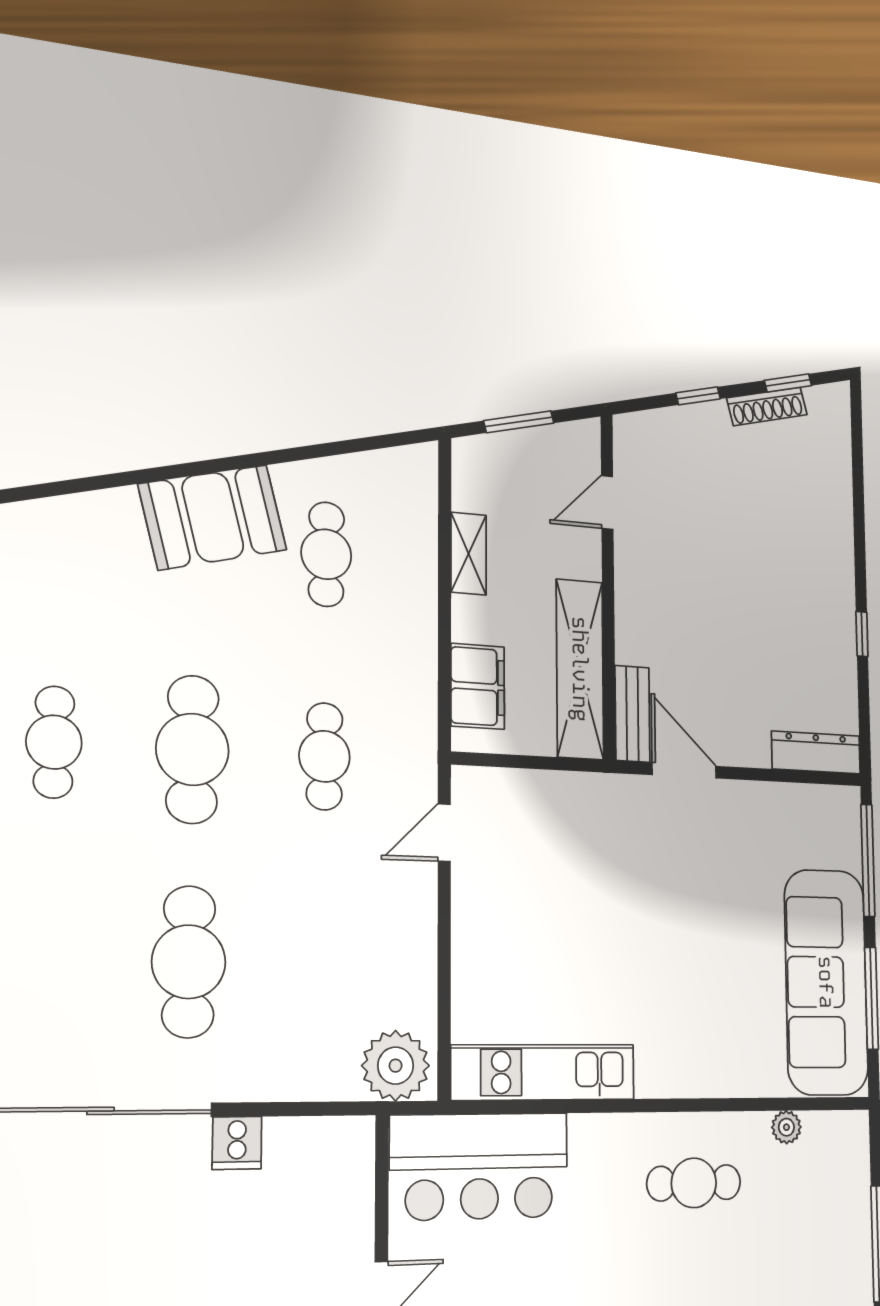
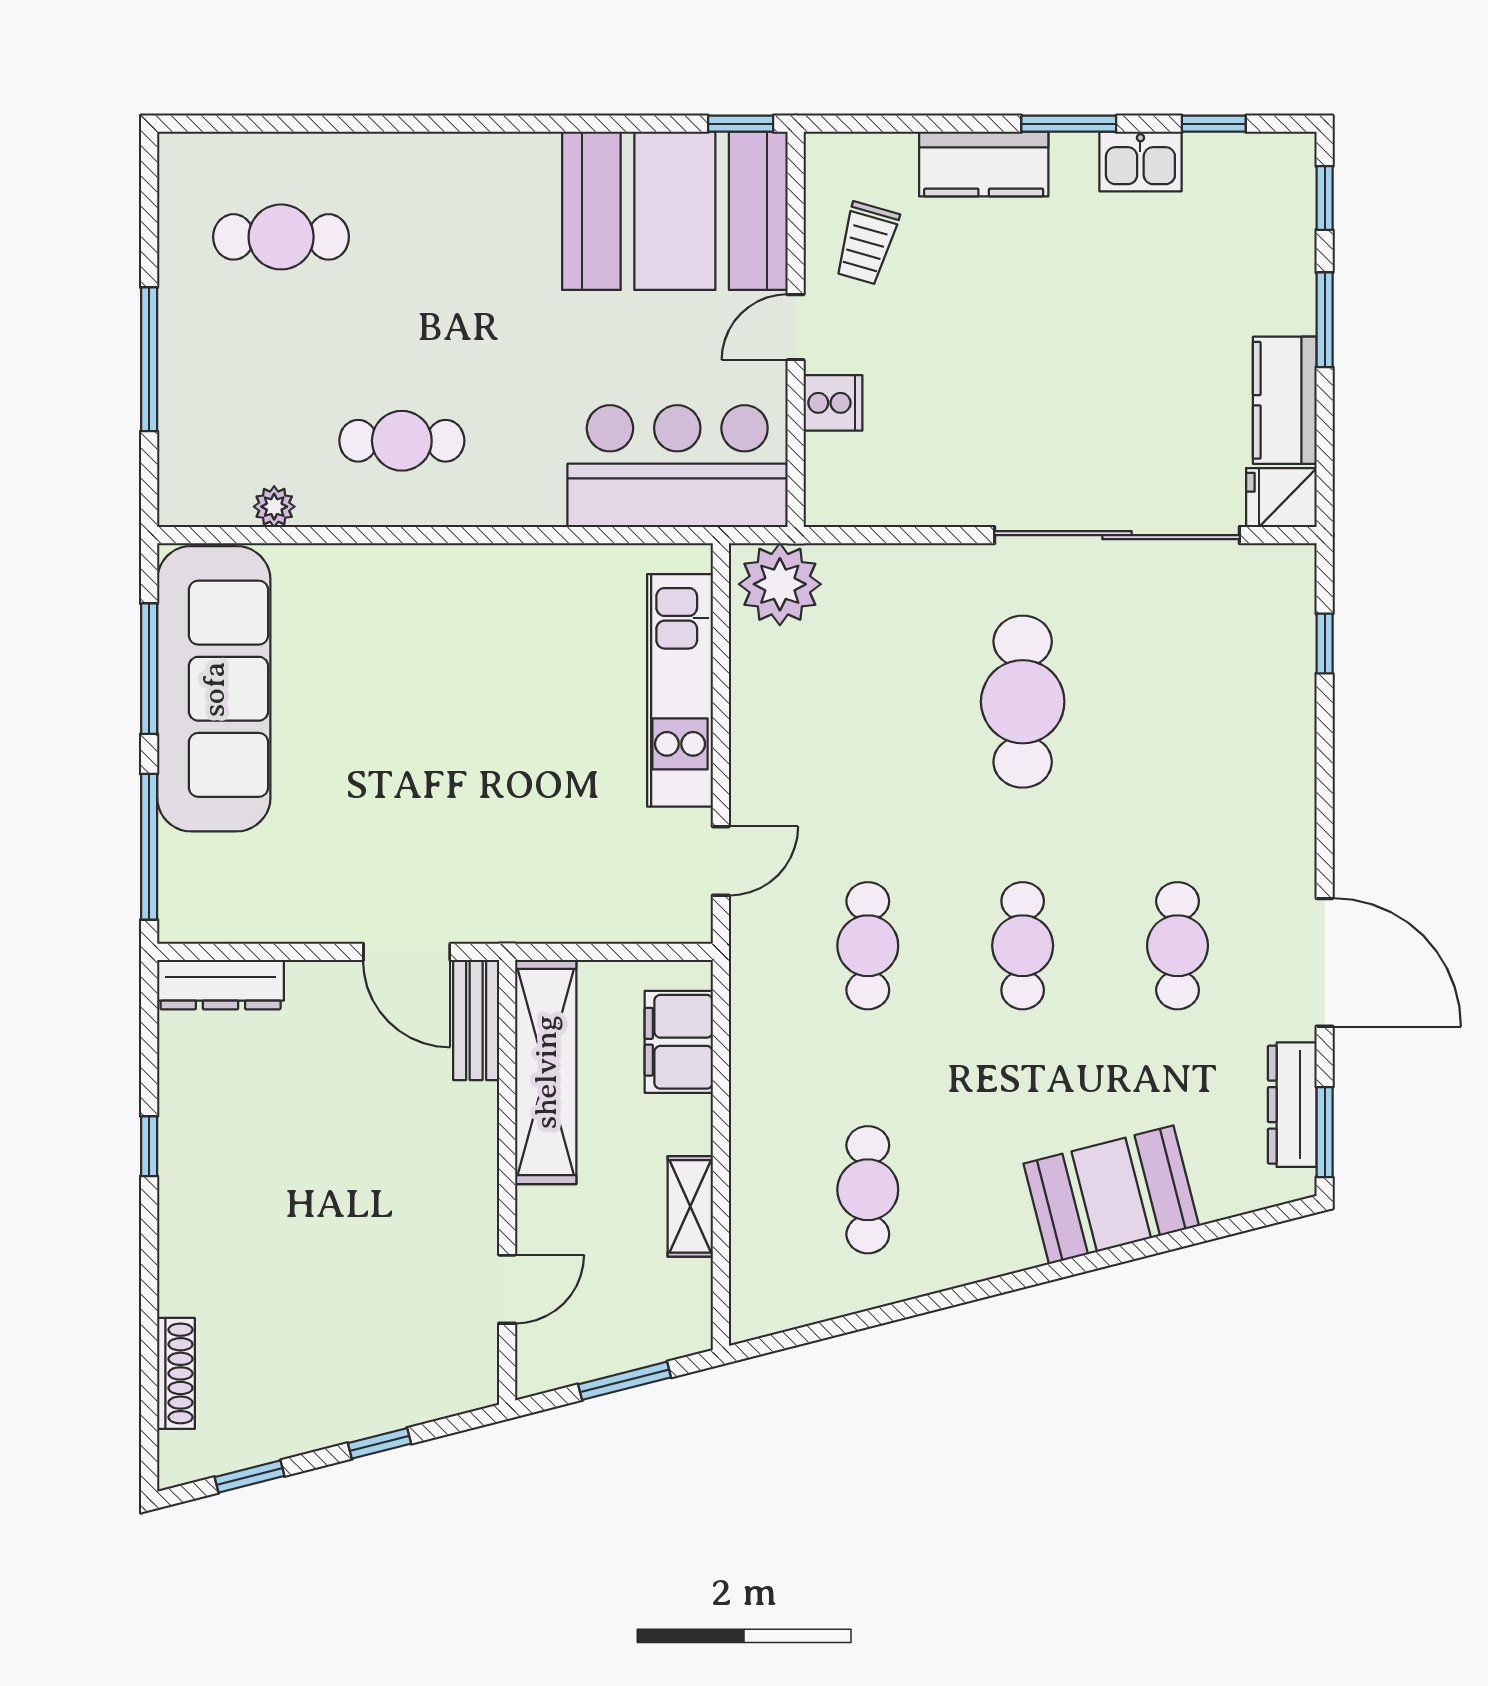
shoe rack: (767, 406) -> (176, 1373), moved, turned 104
booth: (213, 517) -> (1111, 1195), moved
cafe table: (192, 749) -> (1023, 946), width x0.73, depth x0.74
kitchen unit: (543, 1072) -> (680, 690), moved, turned 90
cooker: (237, 1143) -> (833, 403), moved, turned 90

